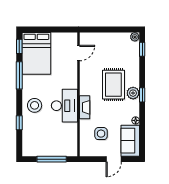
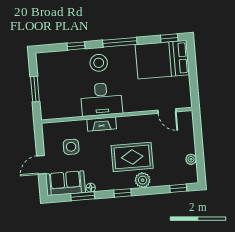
plant: (135, 37) -> (191, 159), moved
window: (19, 75) -> (120, 42), moved
plant: (133, 93) -> (143, 180), moved
window: (142, 128) -> (83, 196), added
window: (52, 159) -> (35, 89), width x0.69
door: (114, 159) -> (41, 165), hinge flipped

